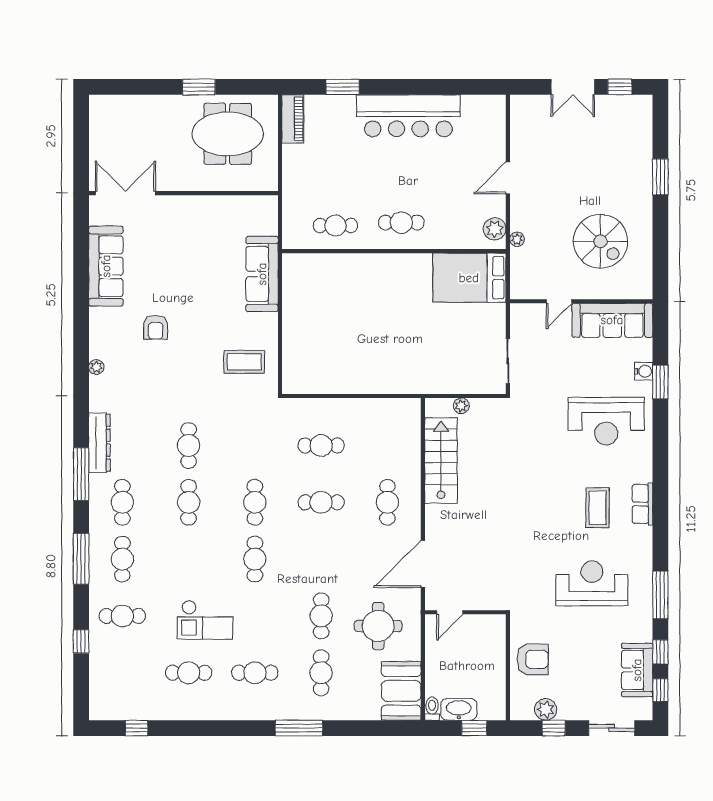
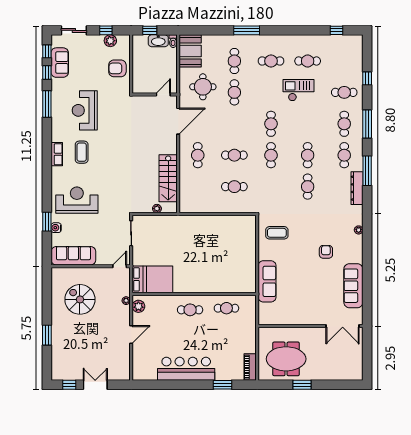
door: (559, 301) -> (120, 266), moved
reception desk: (592, 583) -> (85, 110), turned 90

